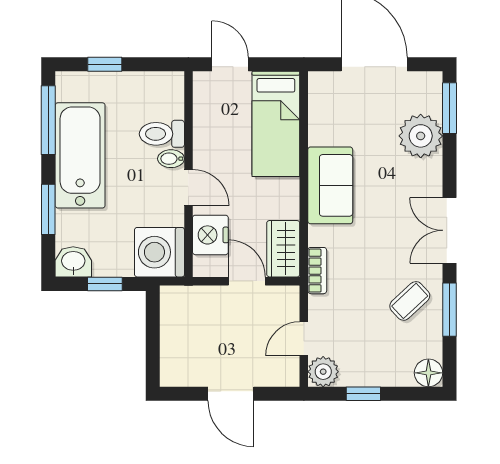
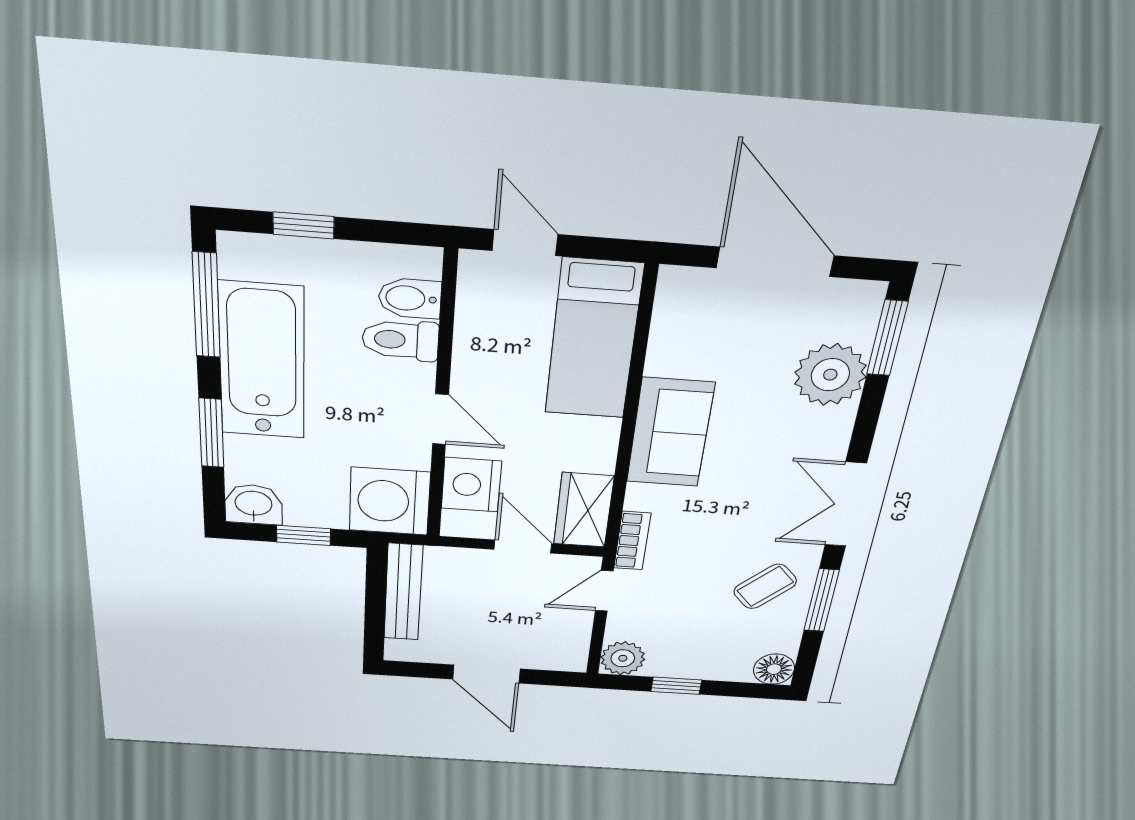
bidet: (171, 159) -> (410, 298), moved, width x1.38, depth x1.36
bench: (171, 326) -> (403, 592), added
door: (304, 339) -> (604, 591), moved

